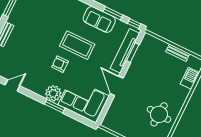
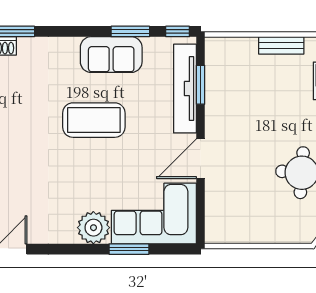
armchair: (60, 64) -> (80, 169), removed
door: (117, 86) -> (200, 159), hinge flipped
window: (55, 106) -> (129, 249), moved

